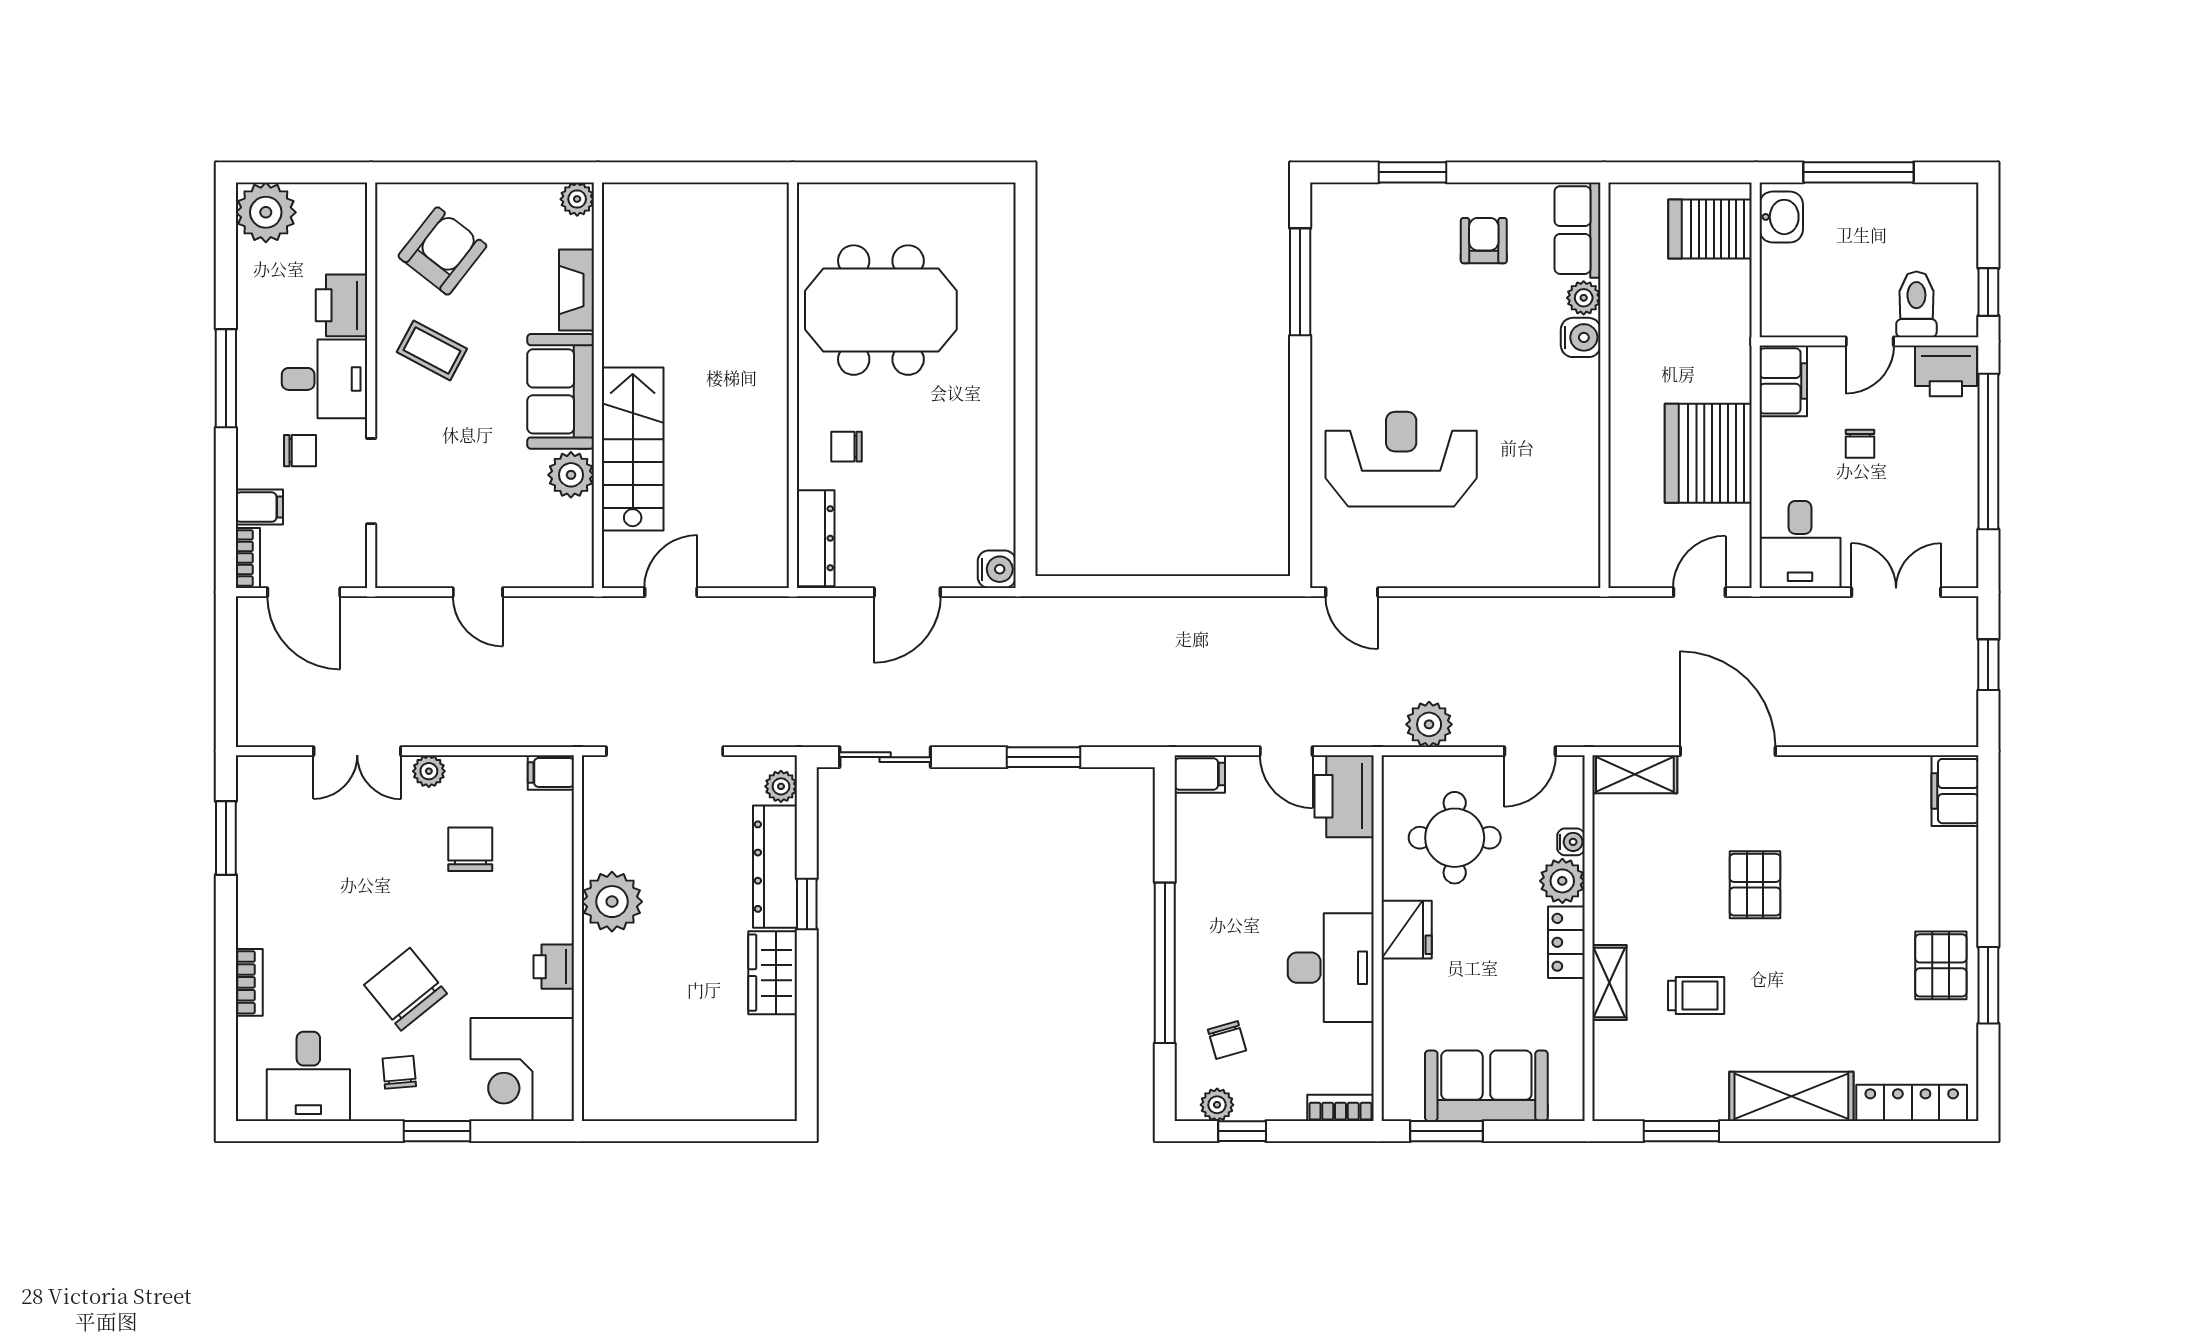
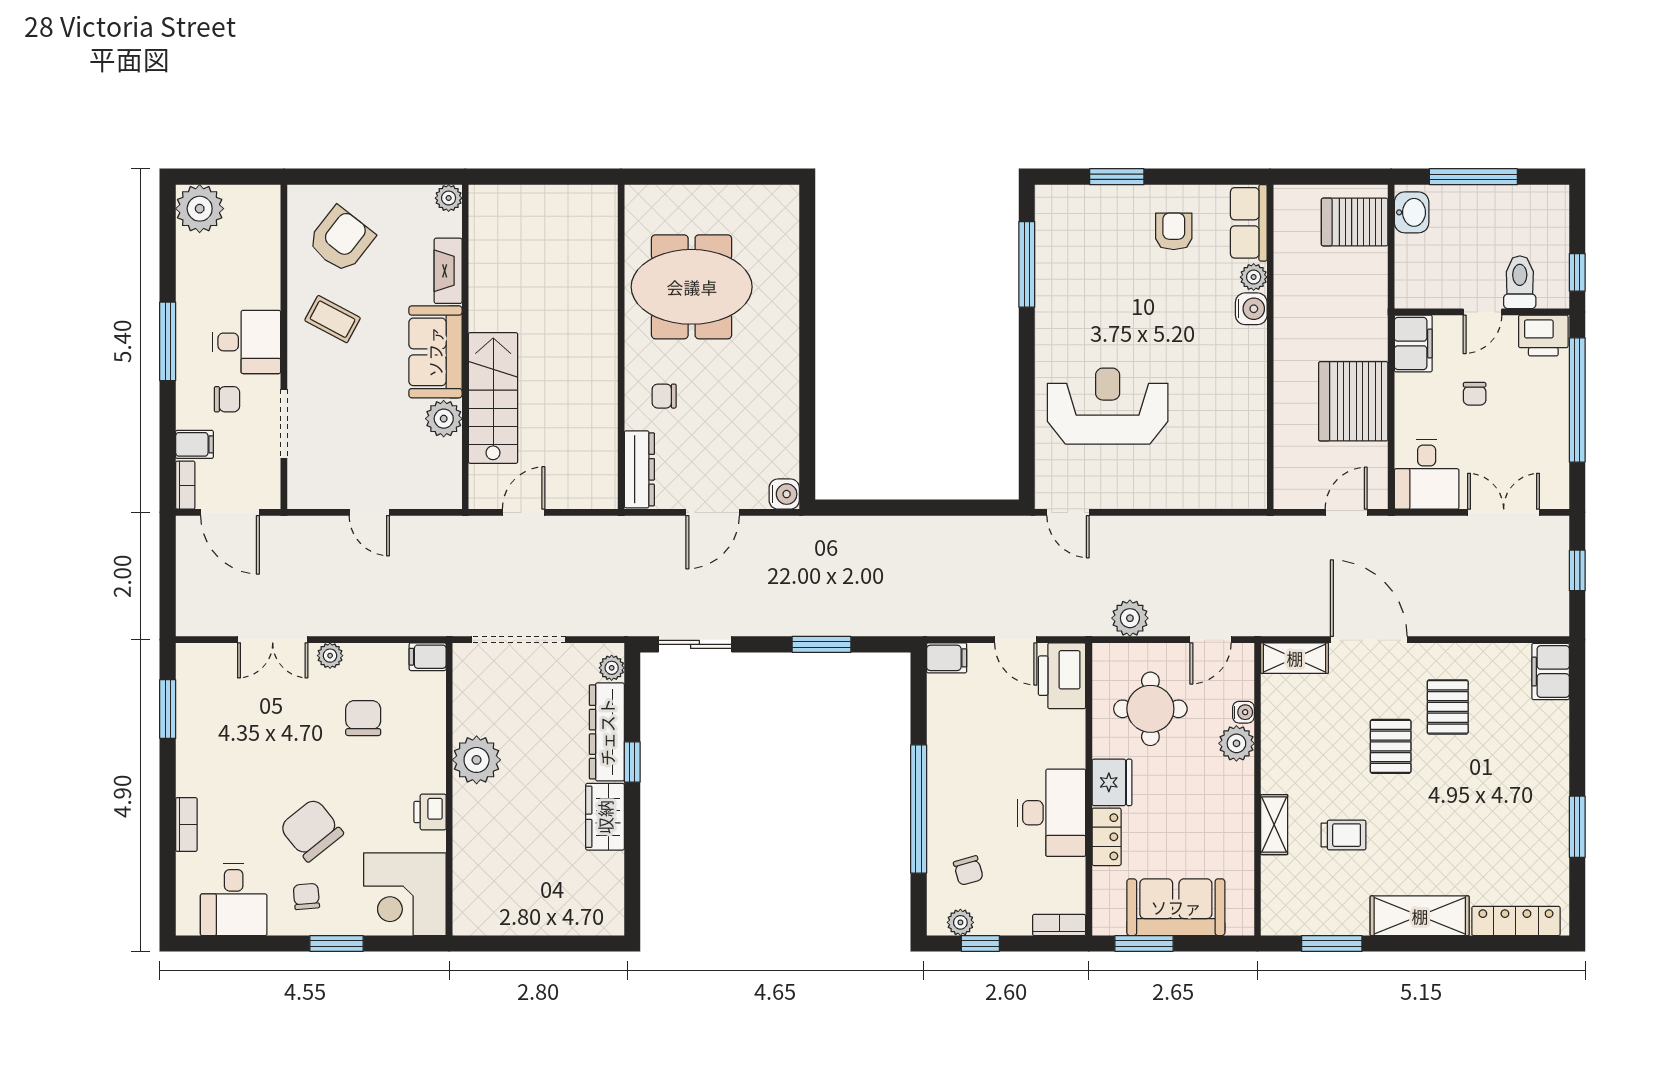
printer: (341, 305) -> (260, 283), removed
locker: (1566, 942) -> (1107, 837), moved, turned 180
pallet: (1941, 965) -> (1448, 707), moved

